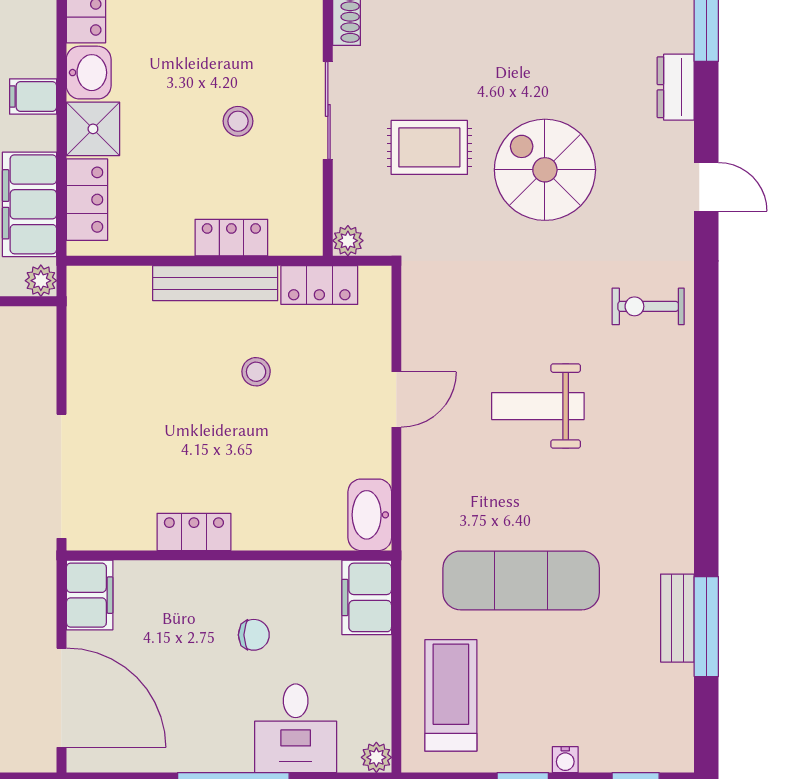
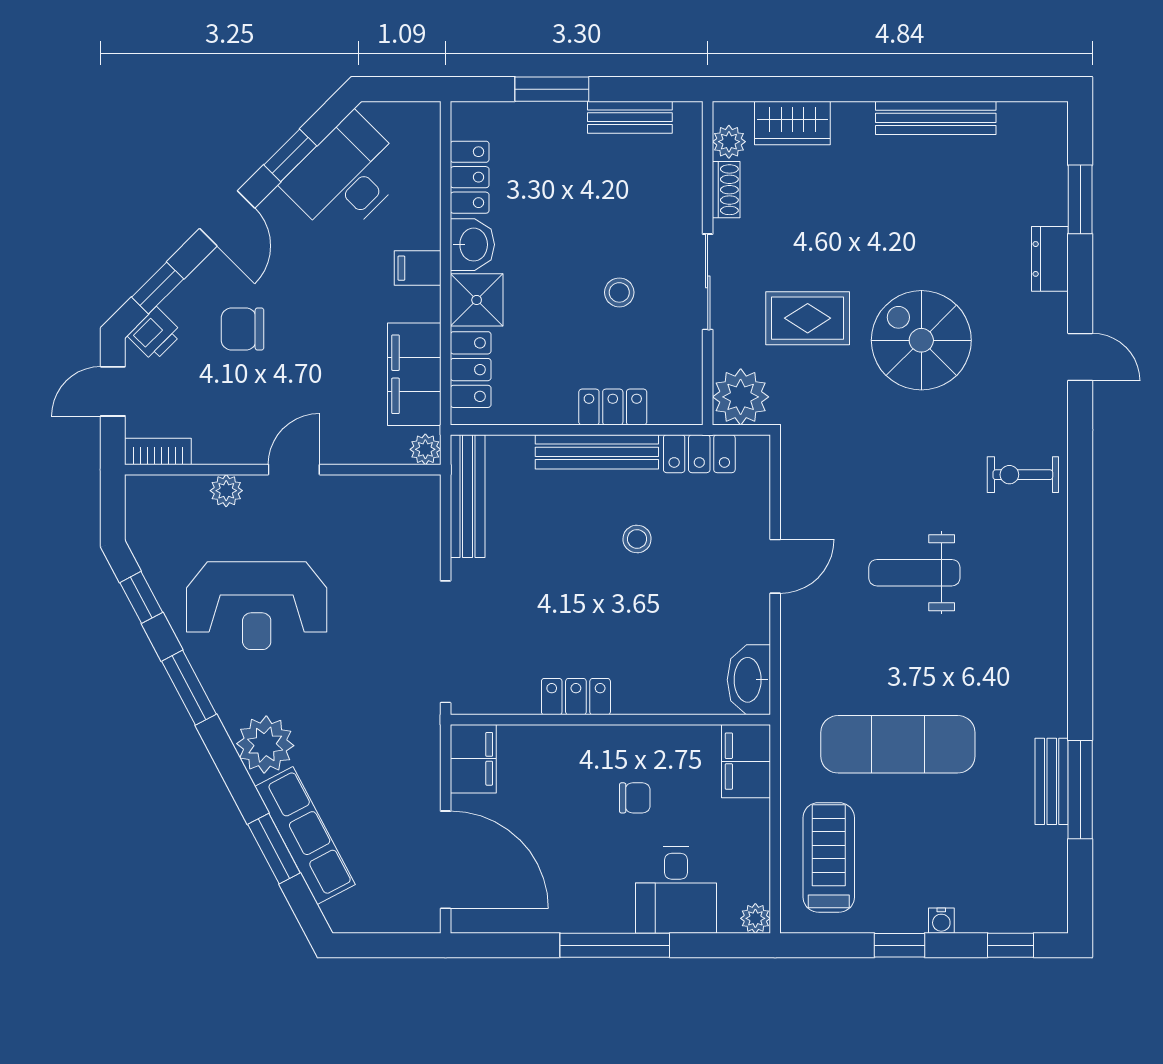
plant: (348, 241) -> (741, 397), width x1.88, depth x1.88
bench: (84, 328) -> (468, 496), added

